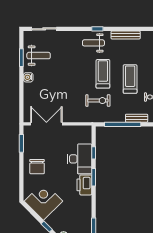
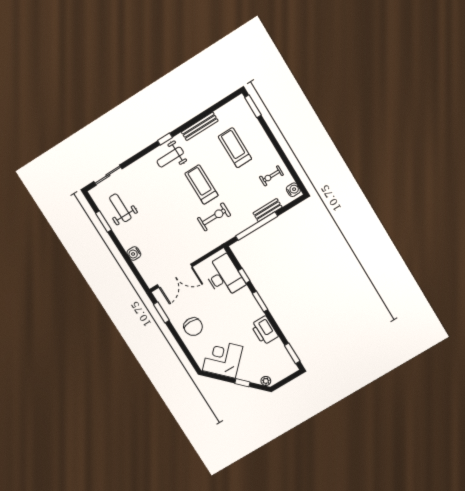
weight bench: (39, 56) -> (120, 208), turned -90
water cooler: (28, 77) -> (134, 253), moved
treadmill: (130, 79) -> (235, 148), moved
double door: (46, 124) -> (175, 276), swing flipped
desk: (80, 159) -> (224, 276), moved
printer: (84, 185) -> (264, 330), moved

